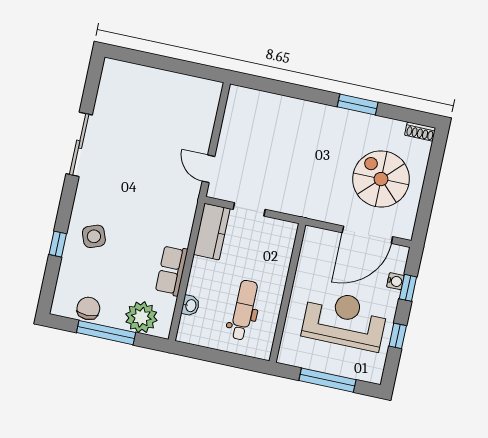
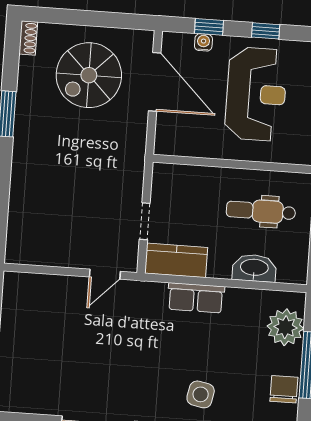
side table: (94, 236) -> (201, 394), turned 32
row of seats: (172, 270) -> (196, 298), moved
washbasin: (190, 306) -> (254, 268), width x1.91, depth x1.45
chair: (88, 308) -> (284, 389), turned 90
reception desk: (345, 320) -> (256, 94), turned 180

